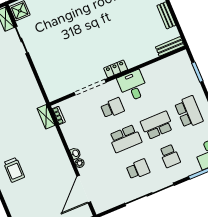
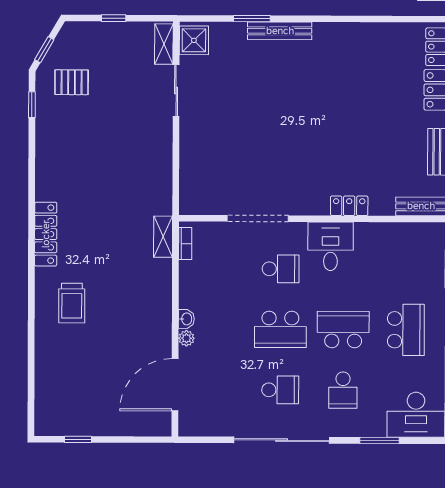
locker: (116, 69) -> (349, 206), moved

